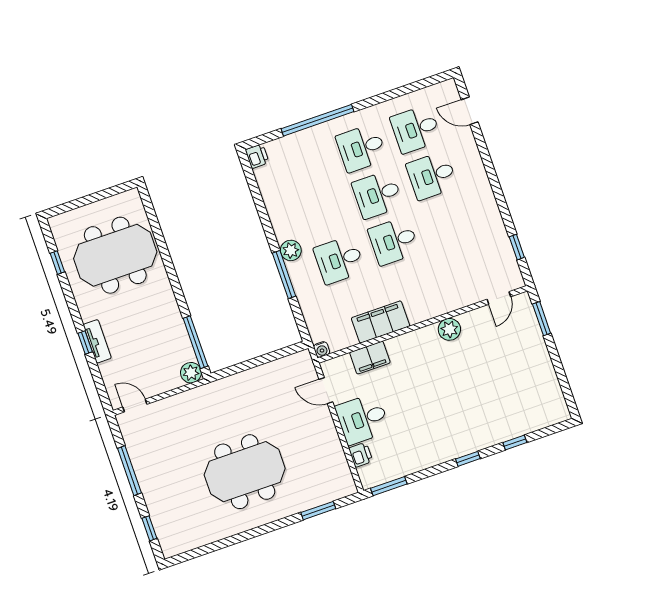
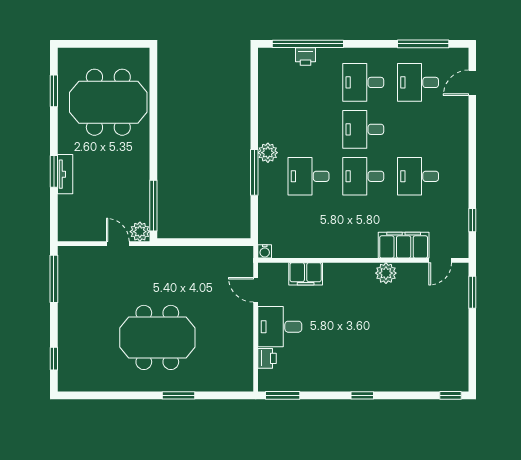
window: (408, 89) -> (423, 44), added
door: (470, 111) -> (472, 83), hinge flipped
window: (317, 120) -> (308, 44), moved
printer: (257, 156) -> (305, 56), moved, turned 90
desk: (432, 176) -> (418, 176), moved
window: (57, 263) -> (54, 91), width x1.50
filing cabinet: (381, 322) -> (404, 245), moved
window: (85, 342) -> (54, 171), width x1.50
door: (135, 406) -> (118, 244), moved
window: (515, 443) -> (451, 395), moved
window: (129, 471) -> (54, 279), moved
window: (318, 511) -> (179, 395), moved

